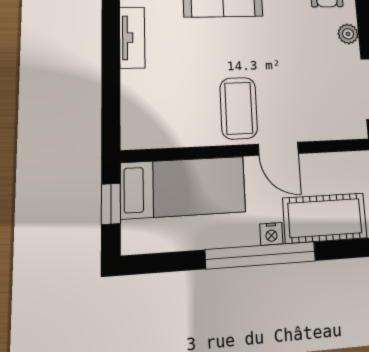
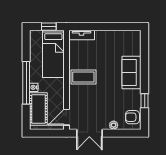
tv unit: (132, 38) -> (82, 35), moved
door: (278, 149) -> (66, 117), moved

